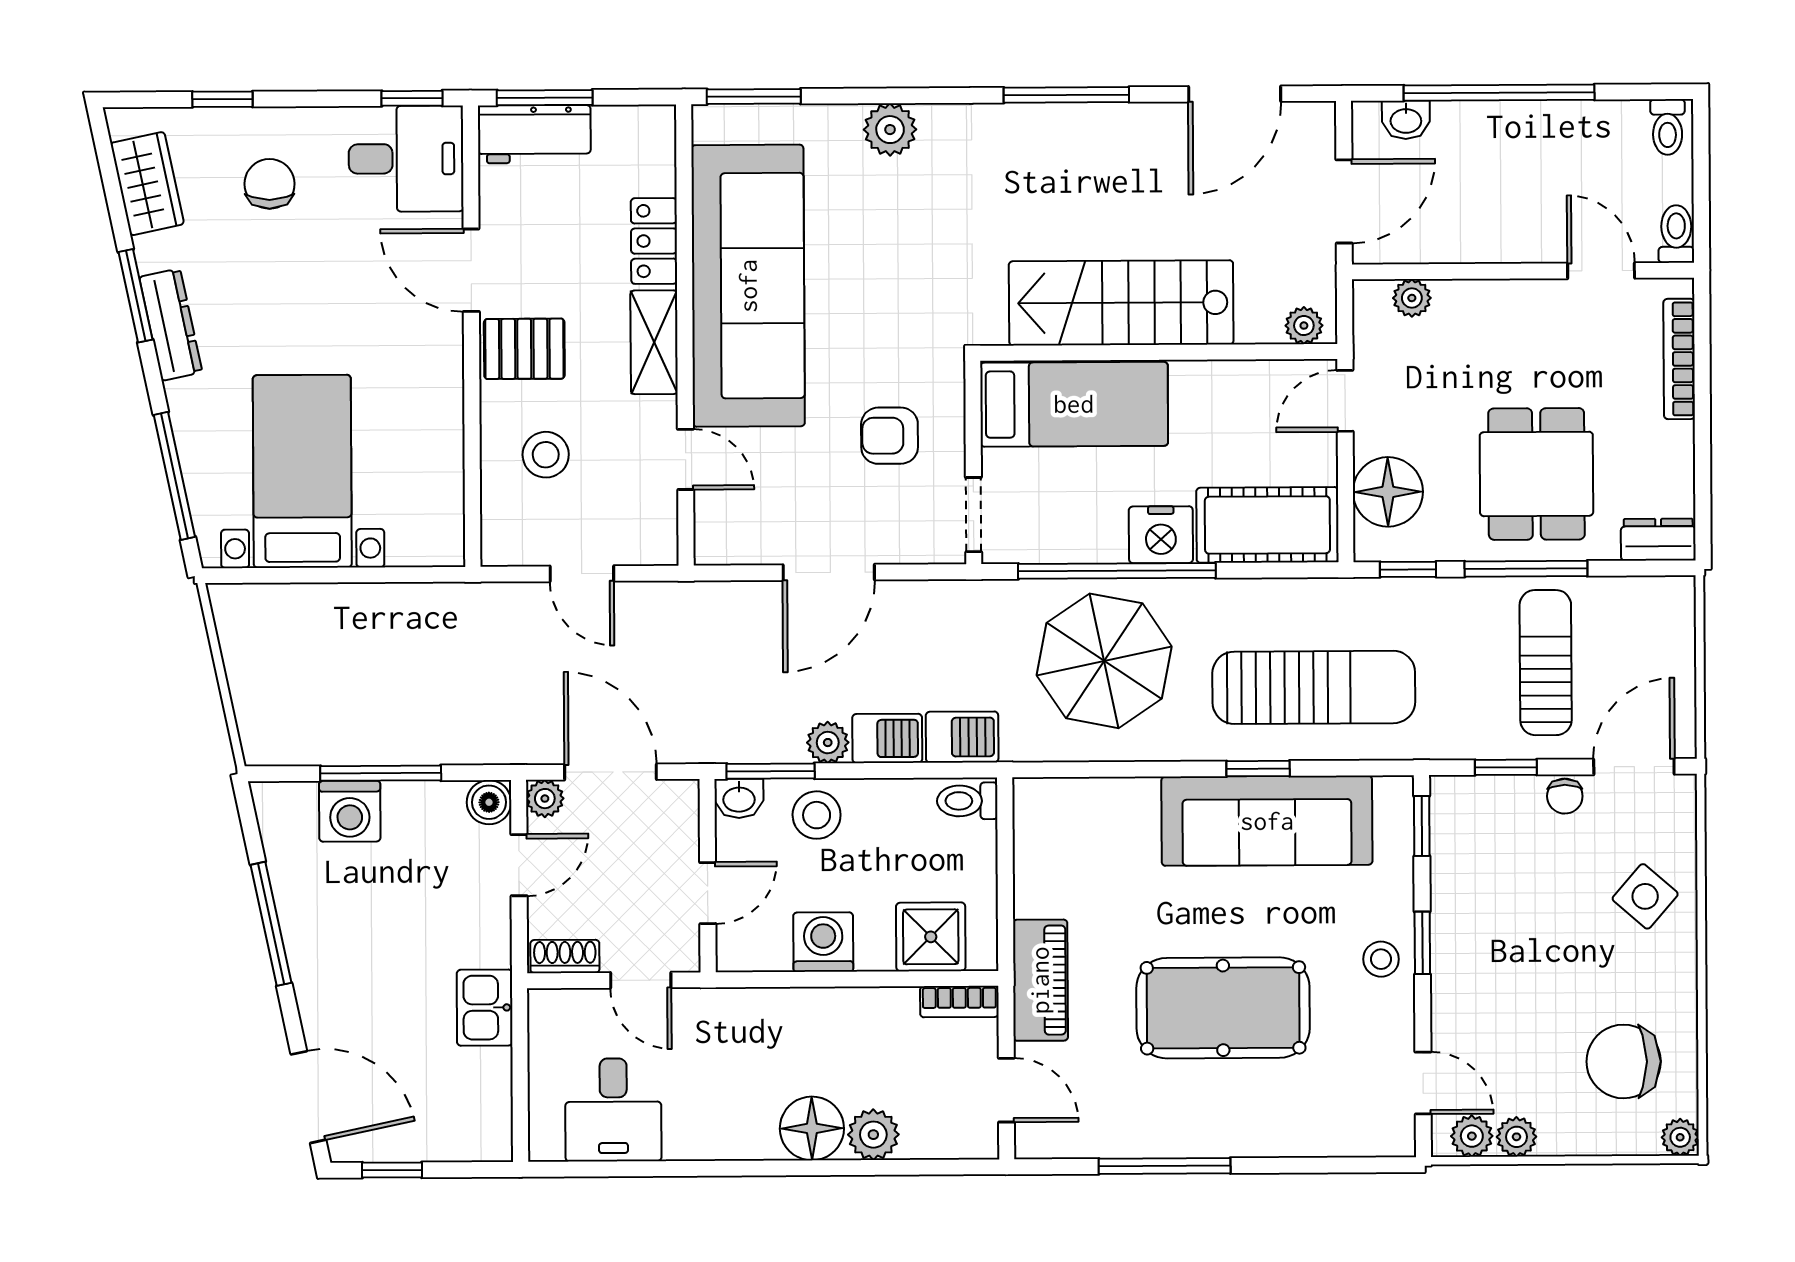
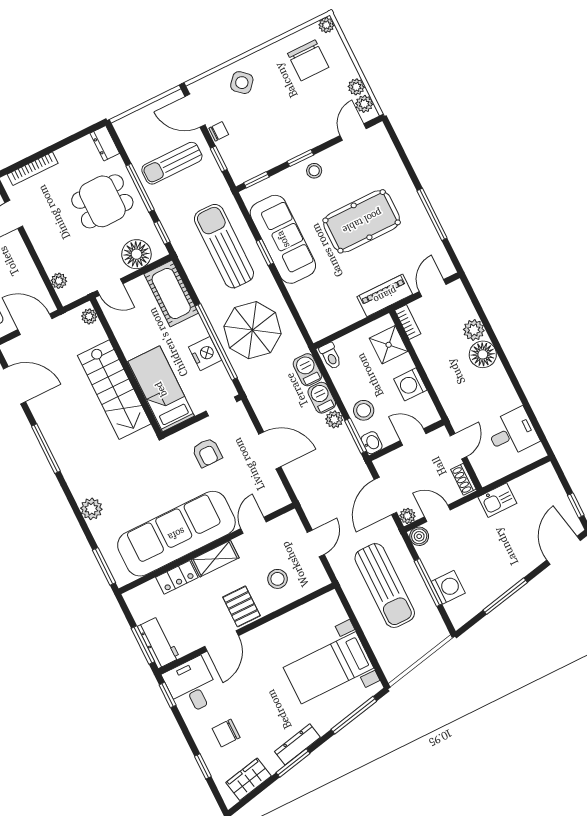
nightstand: (1161, 535) -> (205, 354), moved
sun lounger: (420, 677) -> (385, 586), added
pool table: (1223, 1008) -> (362, 221), turned 90

